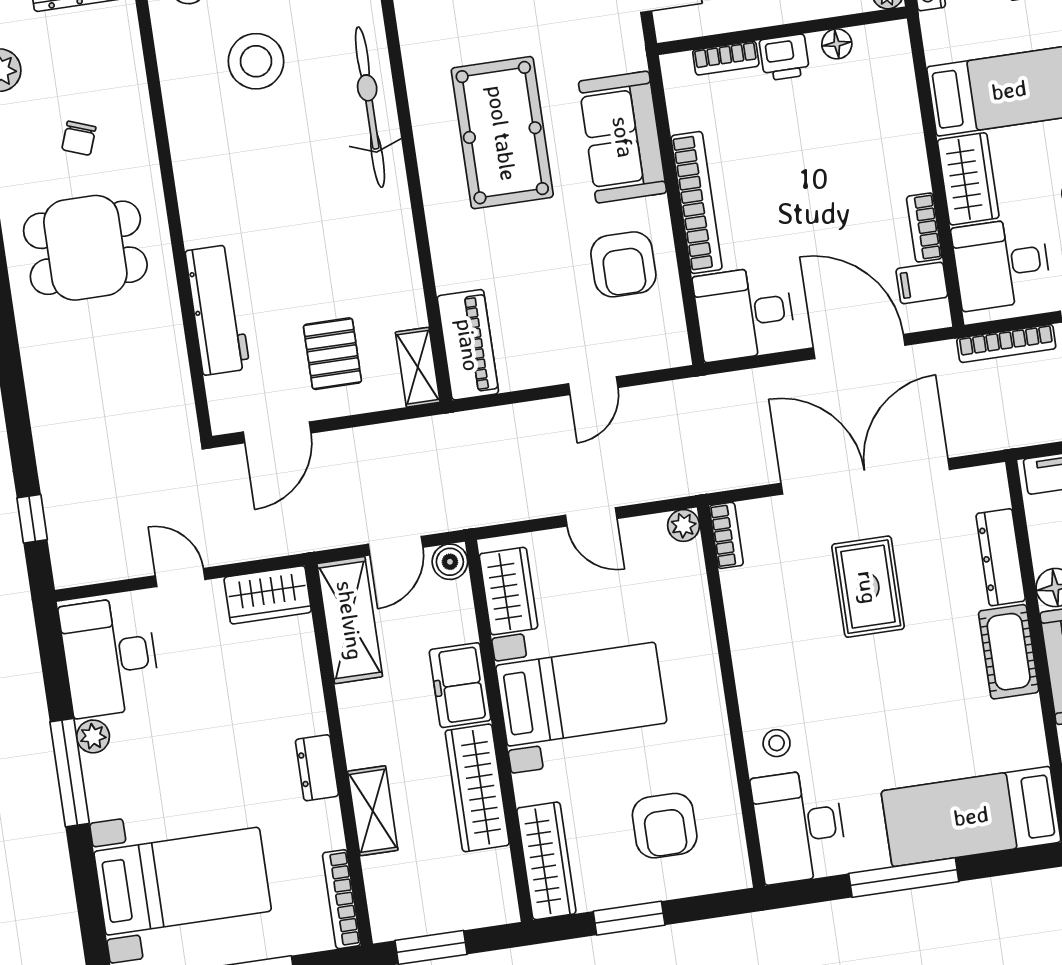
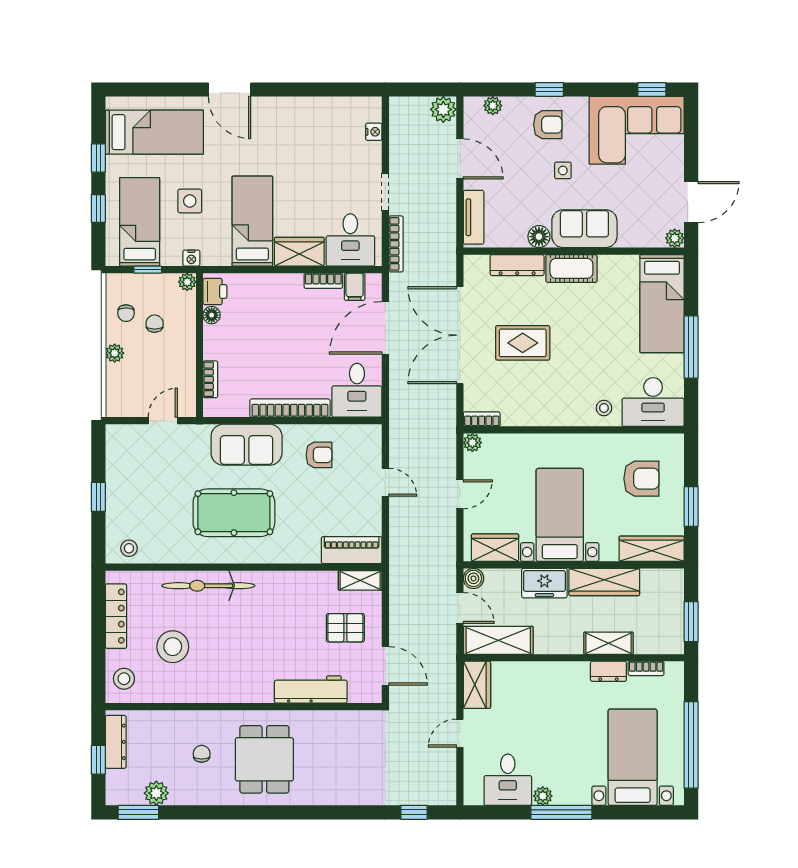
printer: (784, 57) -> (215, 291), moved
chair: (79, 138) -> (202, 754), turned -110
armchair: (623, 264) -> (319, 455), width x0.72, depth x0.72
desk: (110, 657) -> (508, 780), width x0.73
dresser: (317, 768) -> (608, 671), moved
bookcase: (341, 899) -> (646, 668), width x0.64

